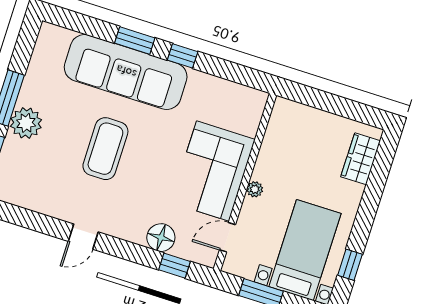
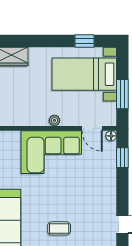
coffee table: (105, 149) -> (59, 228), width x0.54, depth x0.58
floor lamp: (161, 238) -> (111, 136), moved, width x0.53, depth x0.53

